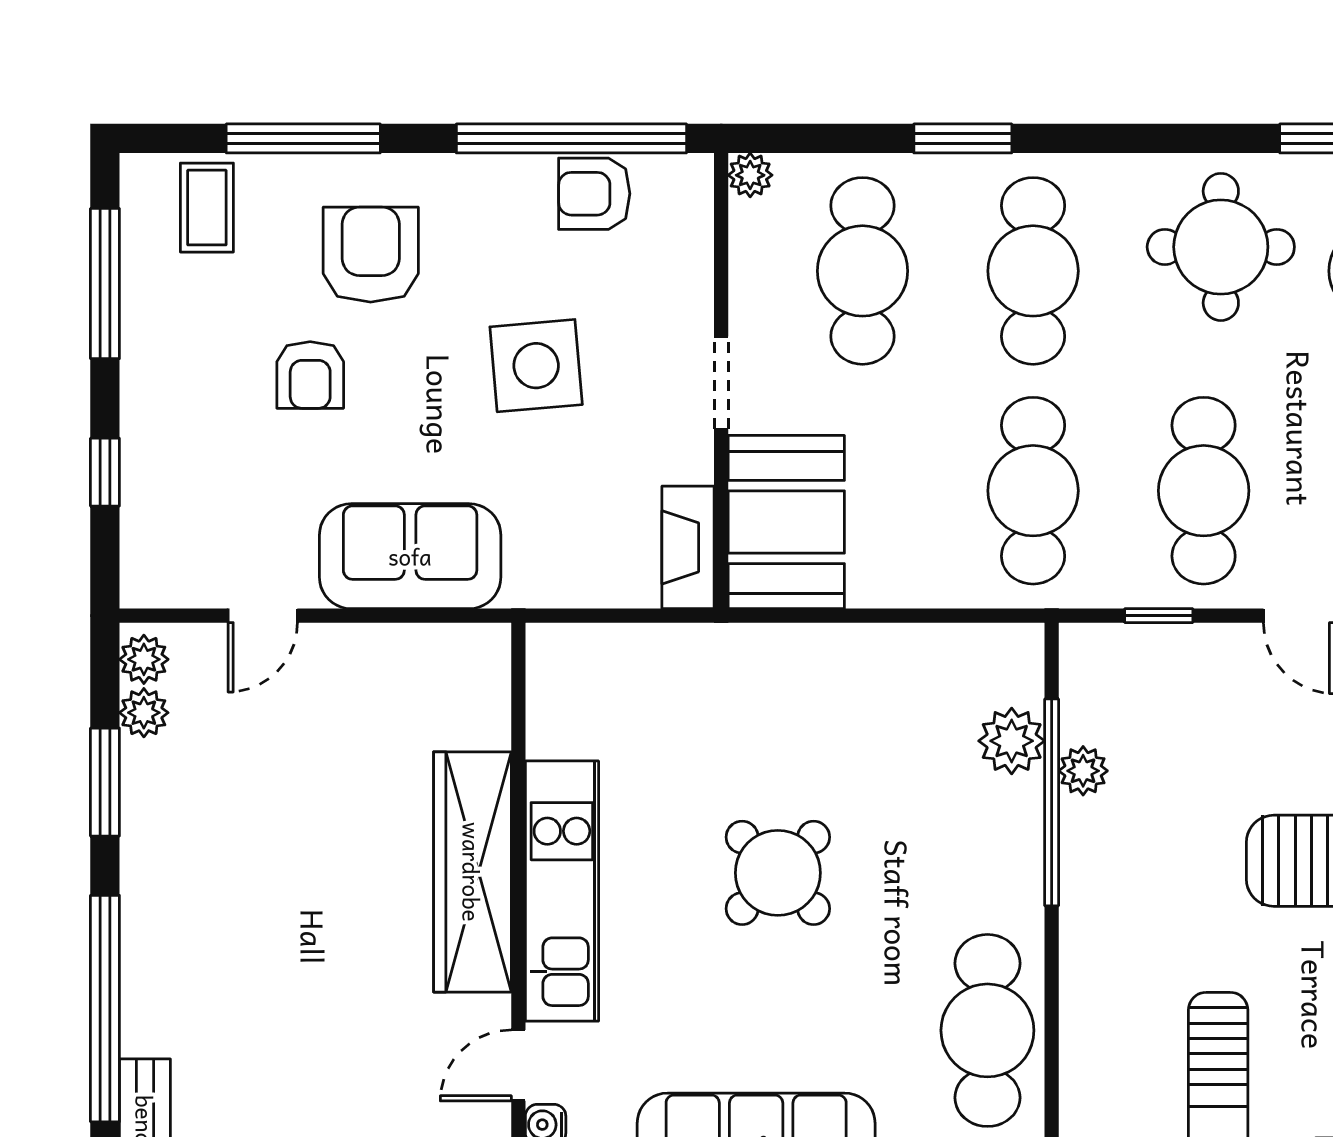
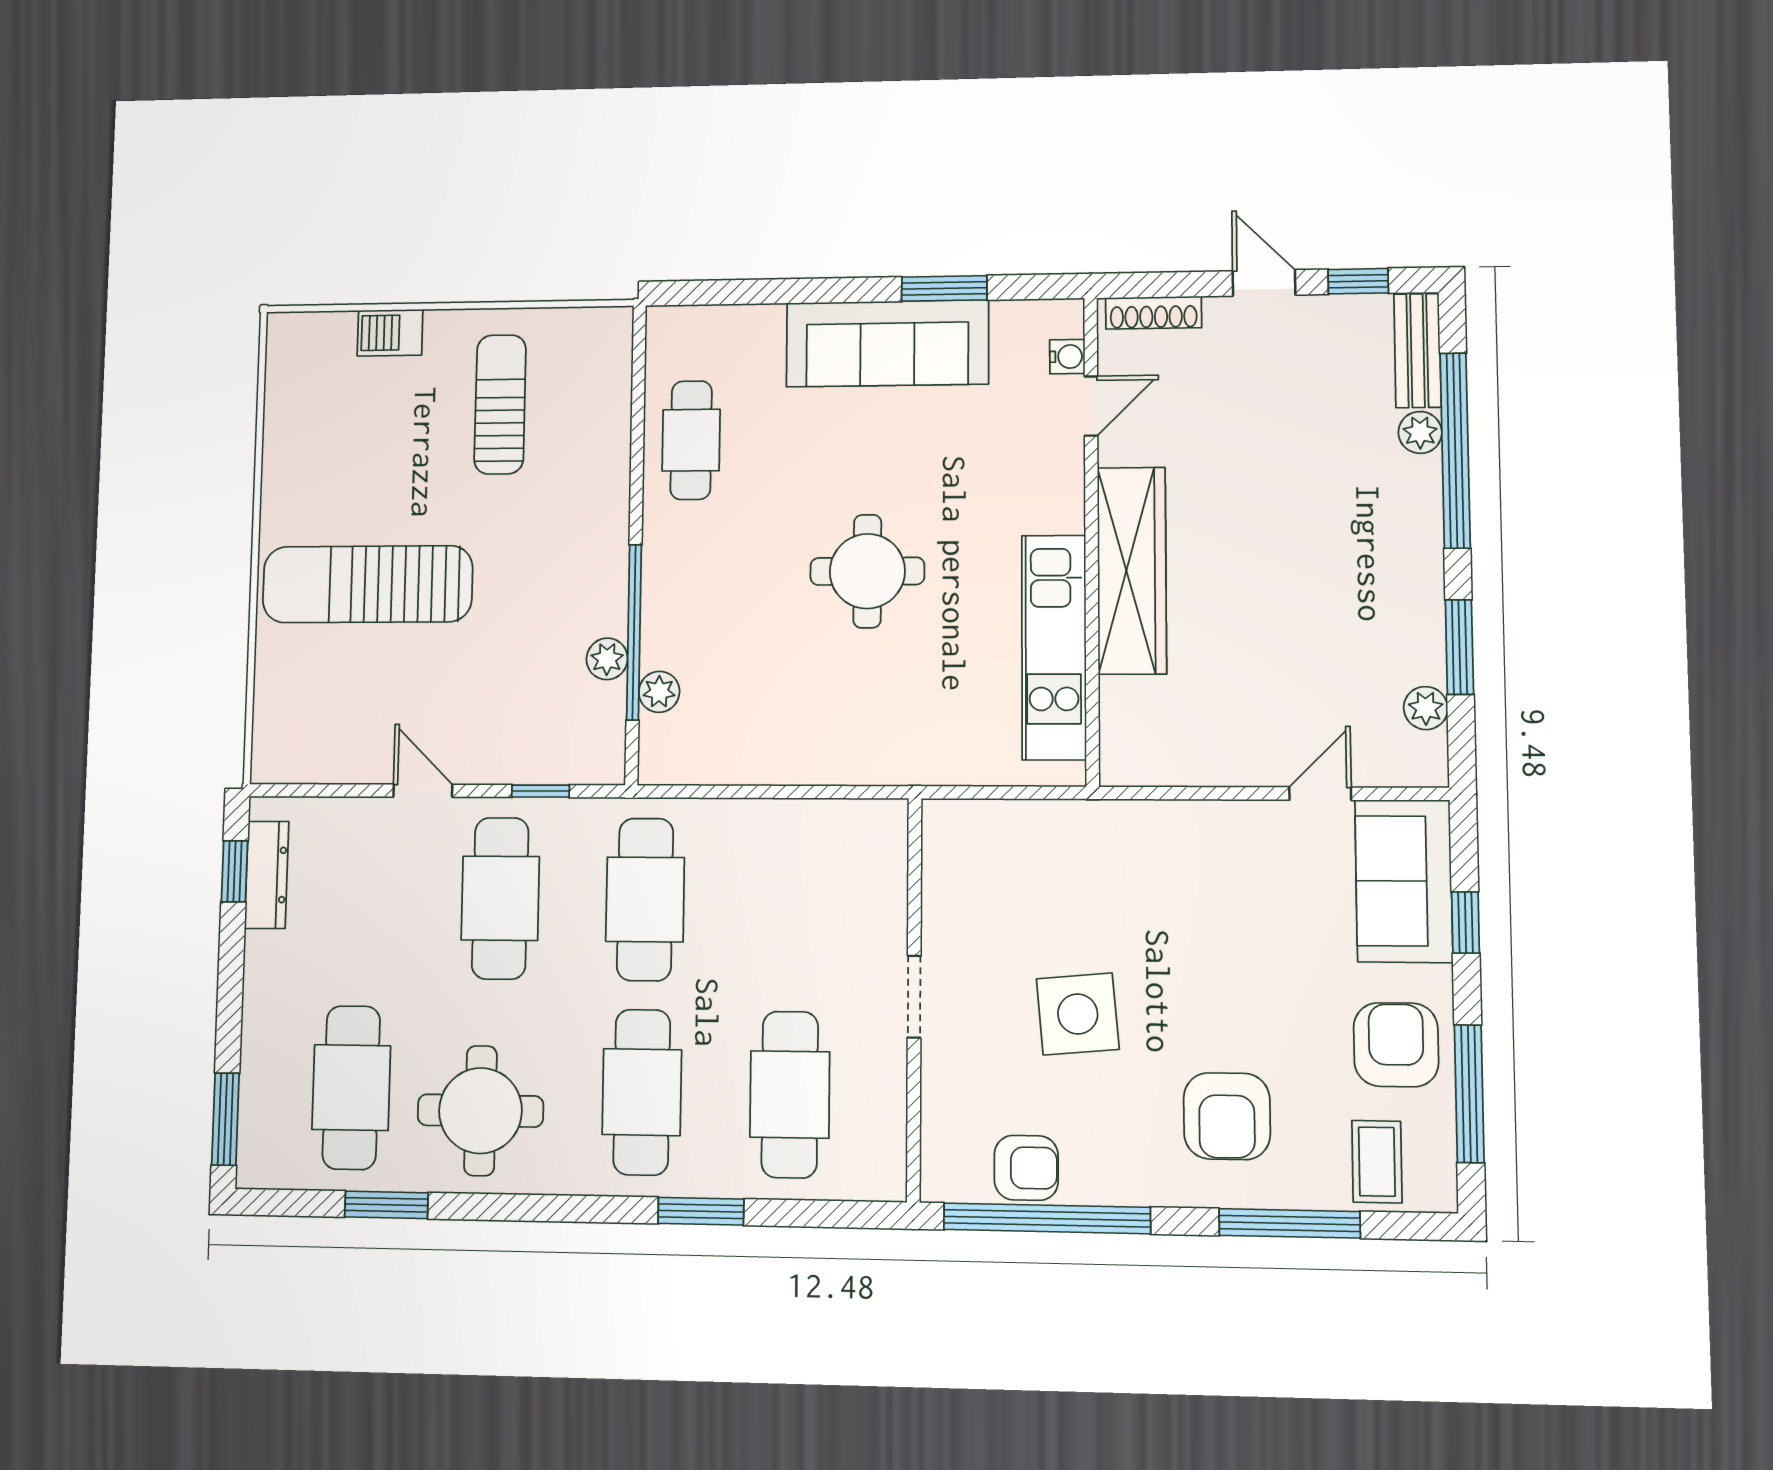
plant: (750, 175) -> (888, 1182), removed
armchair: (310, 375) -> (1396, 1045), moved, width x1.38, depth x1.38
booth: (786, 522) -> (858, 874), removed
fireplace: (688, 547) -> (944, 852), removed
sofa: (410, 556) -> (1404, 881), moved, turned 90
plant: (144, 659) -> (1420, 432), moved
plant: (1012, 741) -> (659, 692), width x0.73, depth x0.73
round table: (778, 873) -> (867, 571), turned 45
kitchen unit: (562, 891) -> (1054, 647), moved
cafe table: (987, 1030) -> (691, 440), width x0.73, depth x0.74

